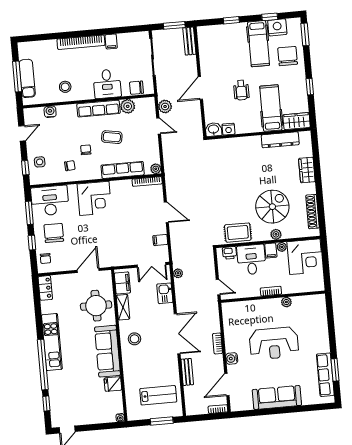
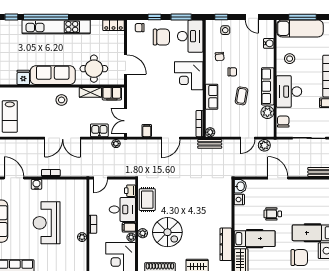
exam couch: (27, 78) -> (300, 28), width x1.36, depth x1.45
desk: (107, 84) -> (289, 92), width x1.37
row of seats: (123, 170) -> (212, 97), width x0.68
kitchen unit: (52, 342) -> (56, 27), width x1.36
bench: (187, 372) -> (210, 144), moved

